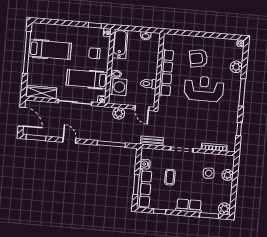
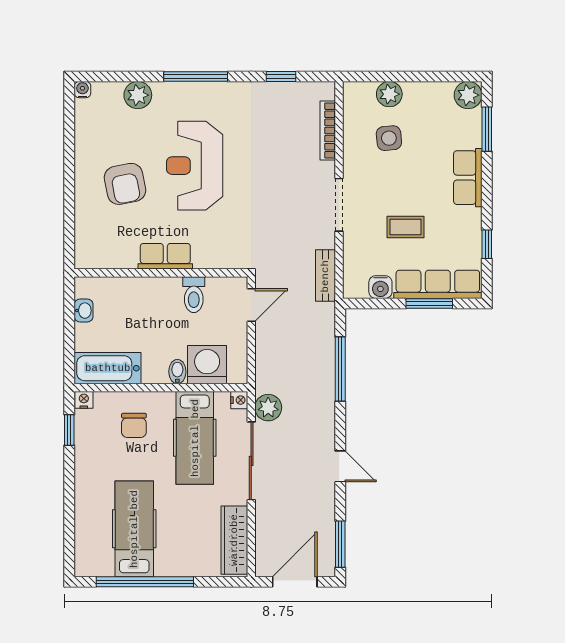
row of seats: (166, 73) -> (165, 256), width x0.50
plant: (119, 113) -> (268, 408), moved
door: (69, 140) -> (340, 466), swing flipped

